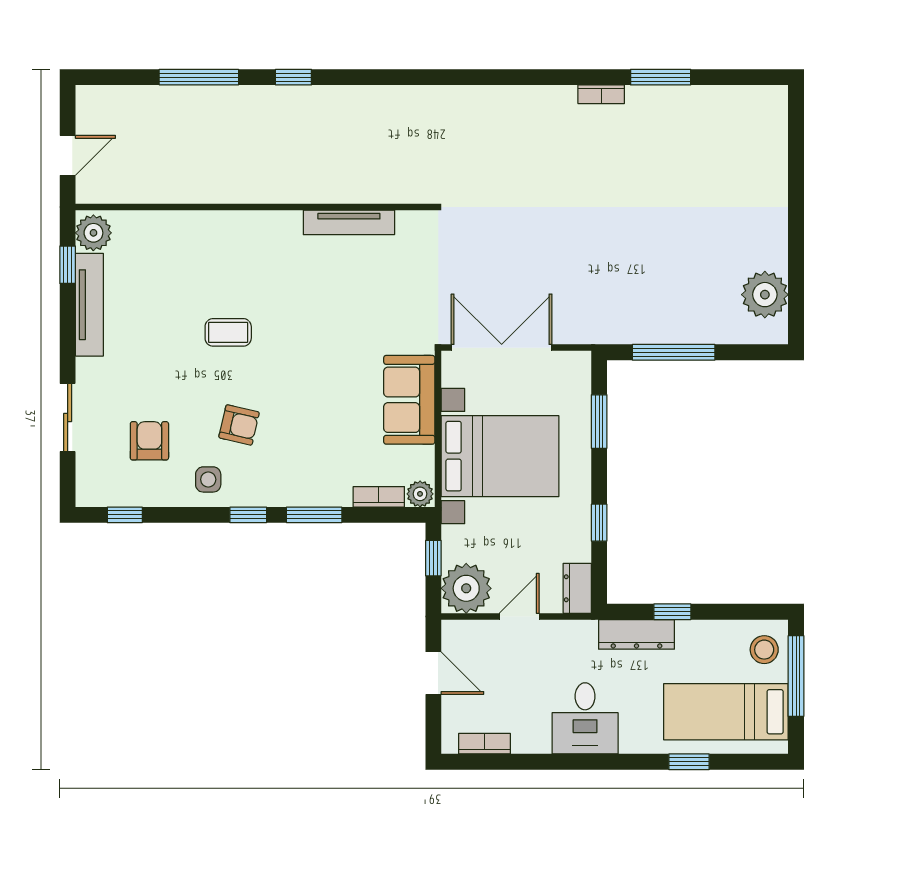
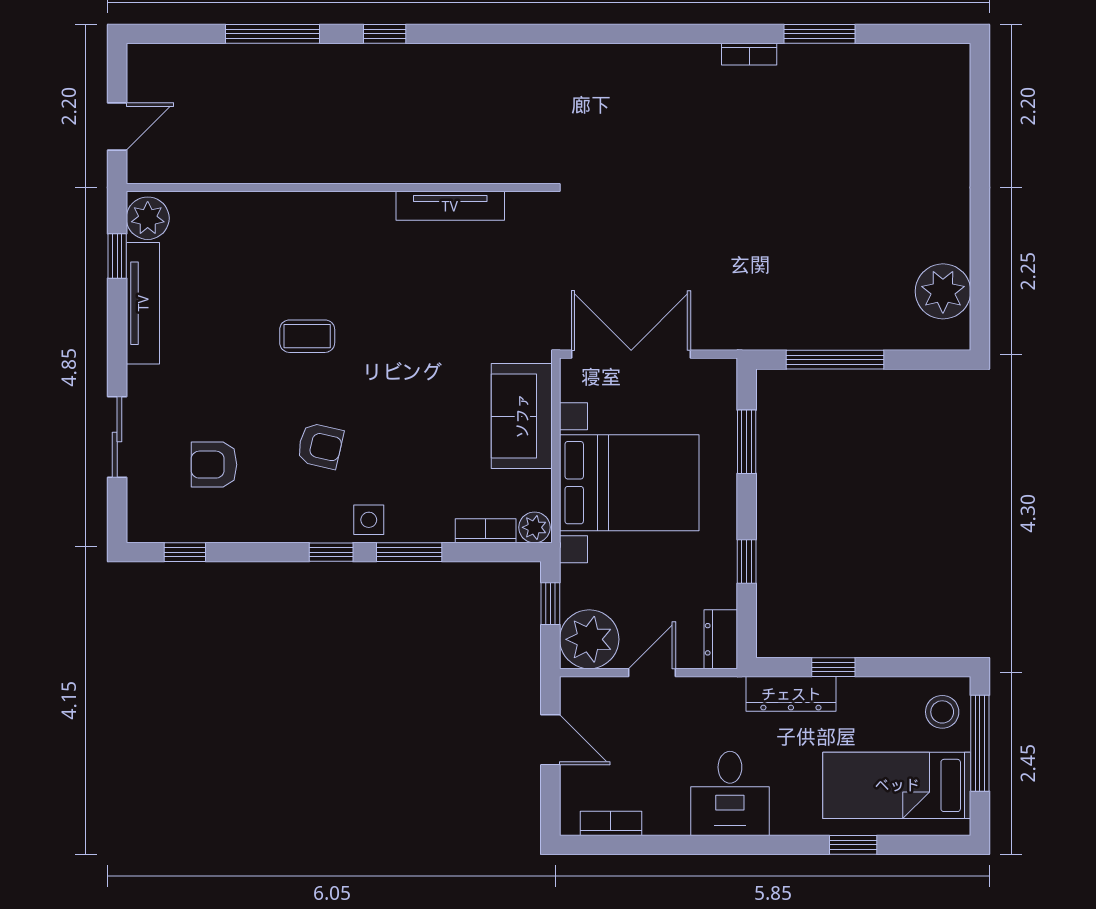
armchair: (149, 441) -> (214, 465), turned -90
side table: (208, 479) -> (369, 520), moved

